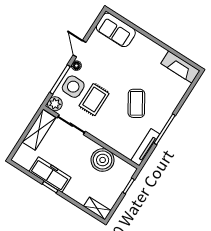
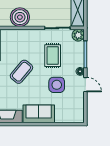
sofa: (116, 30) -> (39, 114), moved
side table: (73, 87) -> (57, 85), moved
coffee table: (136, 103) -> (21, 72), turned 72

